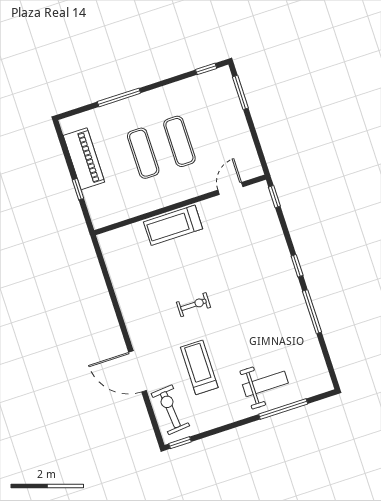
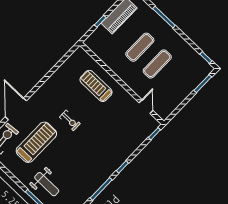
door: (230, 188) -> (146, 107), hinge flipped
treadmill: (173, 225) -> (96, 86), moved
treadmill: (199, 367) -> (36, 142), width x1.37, depth x1.38

